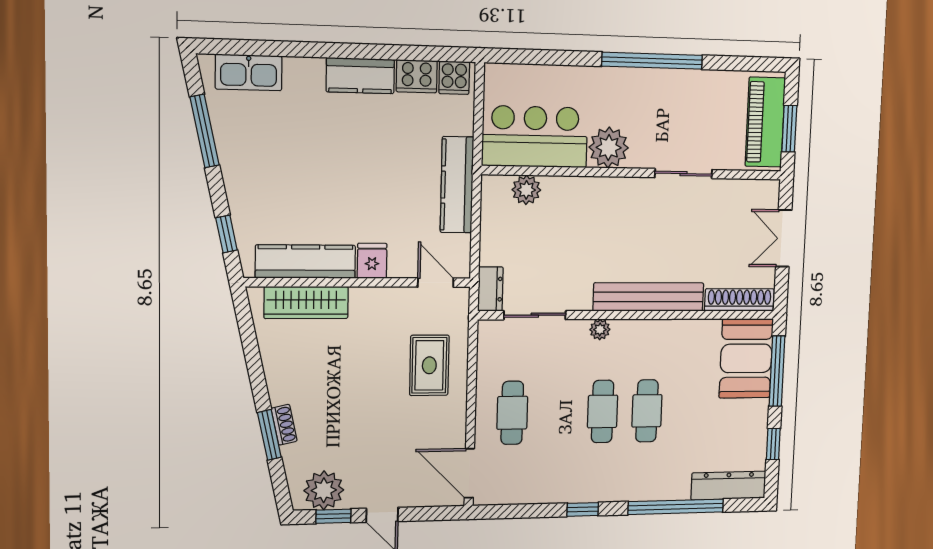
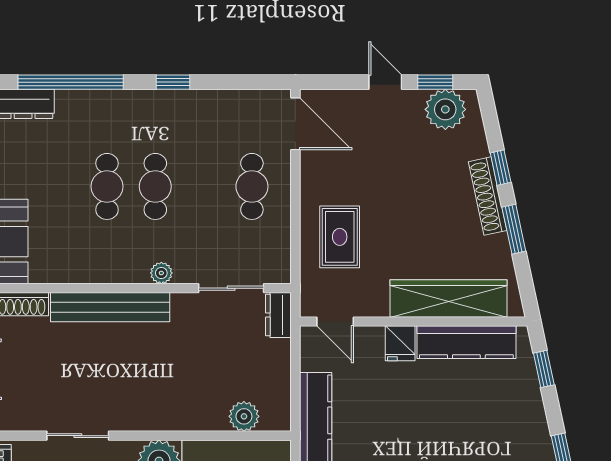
wardrobe: (306, 303) -> (449, 298), width x1.40, depth x1.17
window: (256, 374) -> (514, 229), added
shoe rack: (284, 425) -> (488, 196), width x1.94, depth x1.24
window: (269, 435) -> (501, 168), width x0.67

